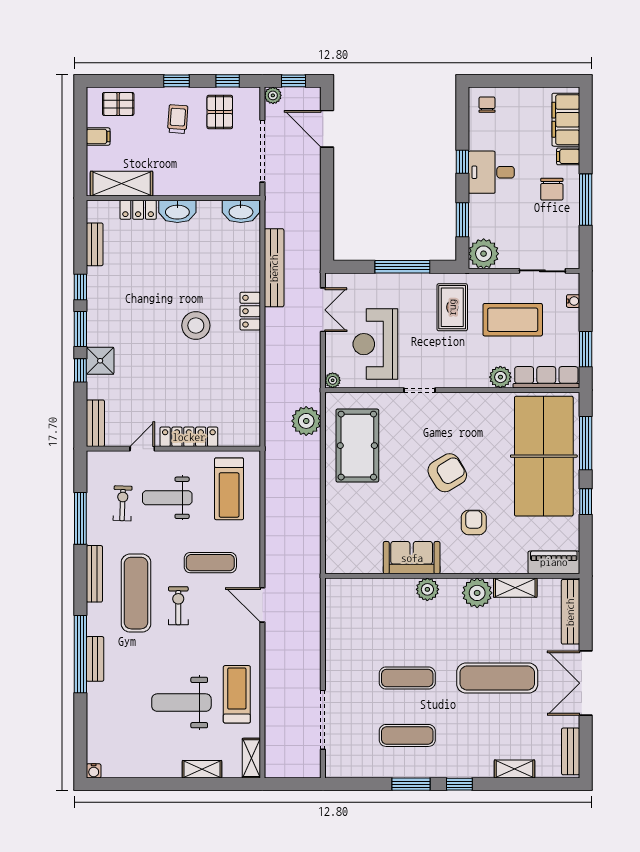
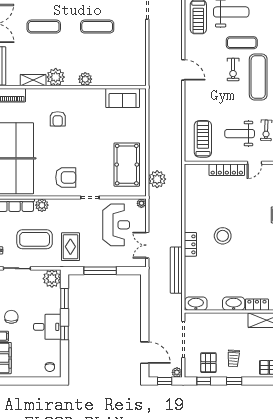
armchair: (447, 473) -> (66, 177), moved, turned -149
weight bench: (167, 498) -> (240, 134), turned 180
sofa: (412, 558) -> (123, 98), moved
exercise mat: (210, 563) -> (242, 43), moved
exercise mat: (497, 678) -> (44, 27), width x0.73, depth x0.69

